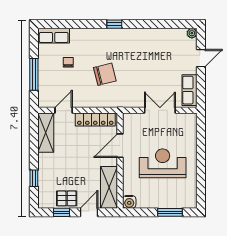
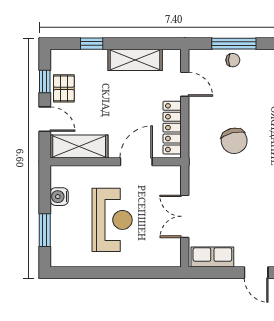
chair: (68, 62) -> (233, 60), moved
double door: (160, 110) -> (185, 216), swing flipped
shelving: (46, 133) -> (135, 60), moved
door: (120, 146) -> (136, 162), hinge flipped
water cooler: (129, 202) -> (59, 197), moved

